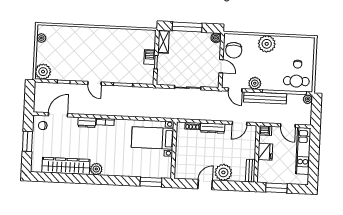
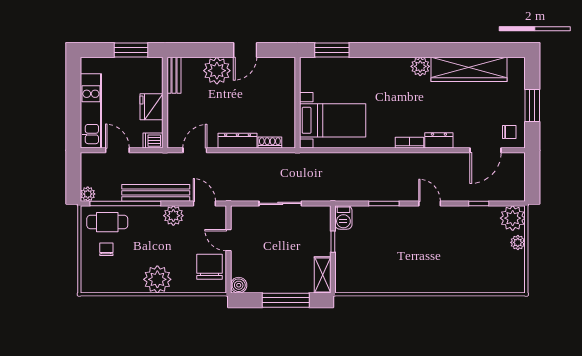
plant: (41, 38) -> (518, 242), moved
barbecue: (150, 57) -> (343, 217), moved

